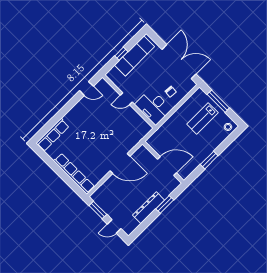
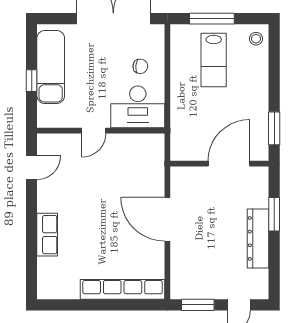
row of seats: (53, 135) -> (47, 235), moved, width x0.68
window: (209, 160) -> (274, 128), moved
door: (120, 164) -> (167, 219), swing flipped

